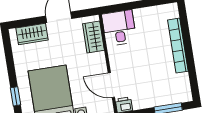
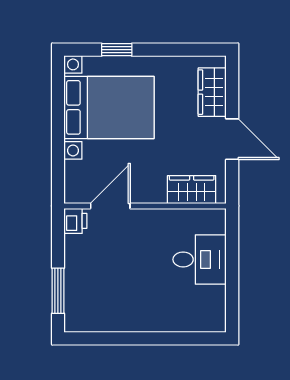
desk: (119, 28) -> (200, 259), moved
bookcase: (178, 46) -> (156, 323), removed

